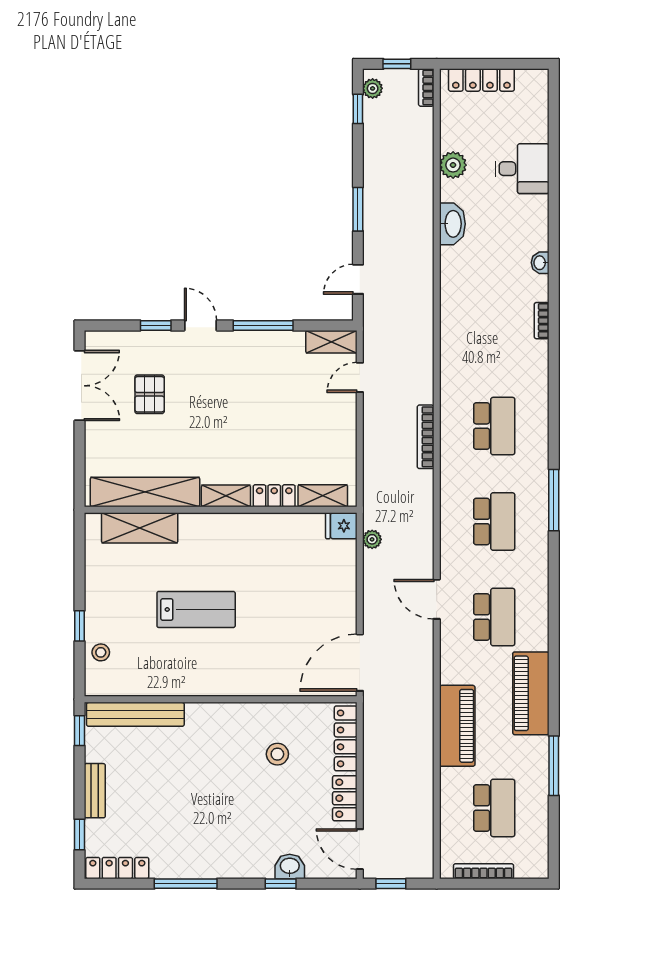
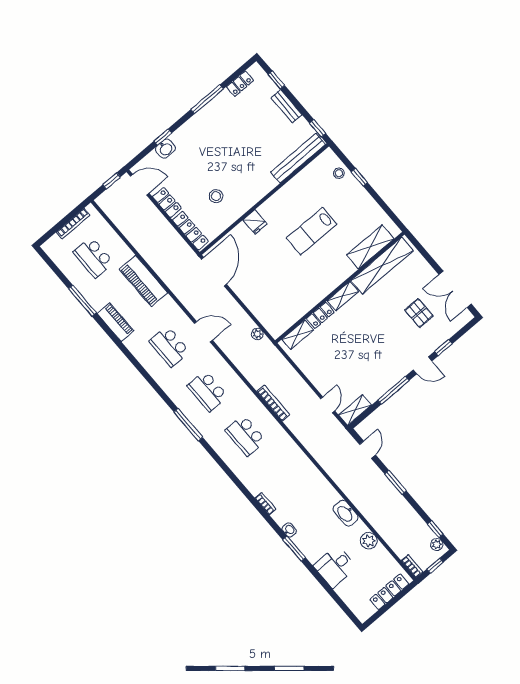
window: (554, 234) -> (294, 549), added
fridge: (341, 526) -> (255, 222), moved, turned 90
piano: (531, 693) -> (115, 322), width x0.73, depth x0.75
locker: (117, 868) -> (240, 84), width x0.66

